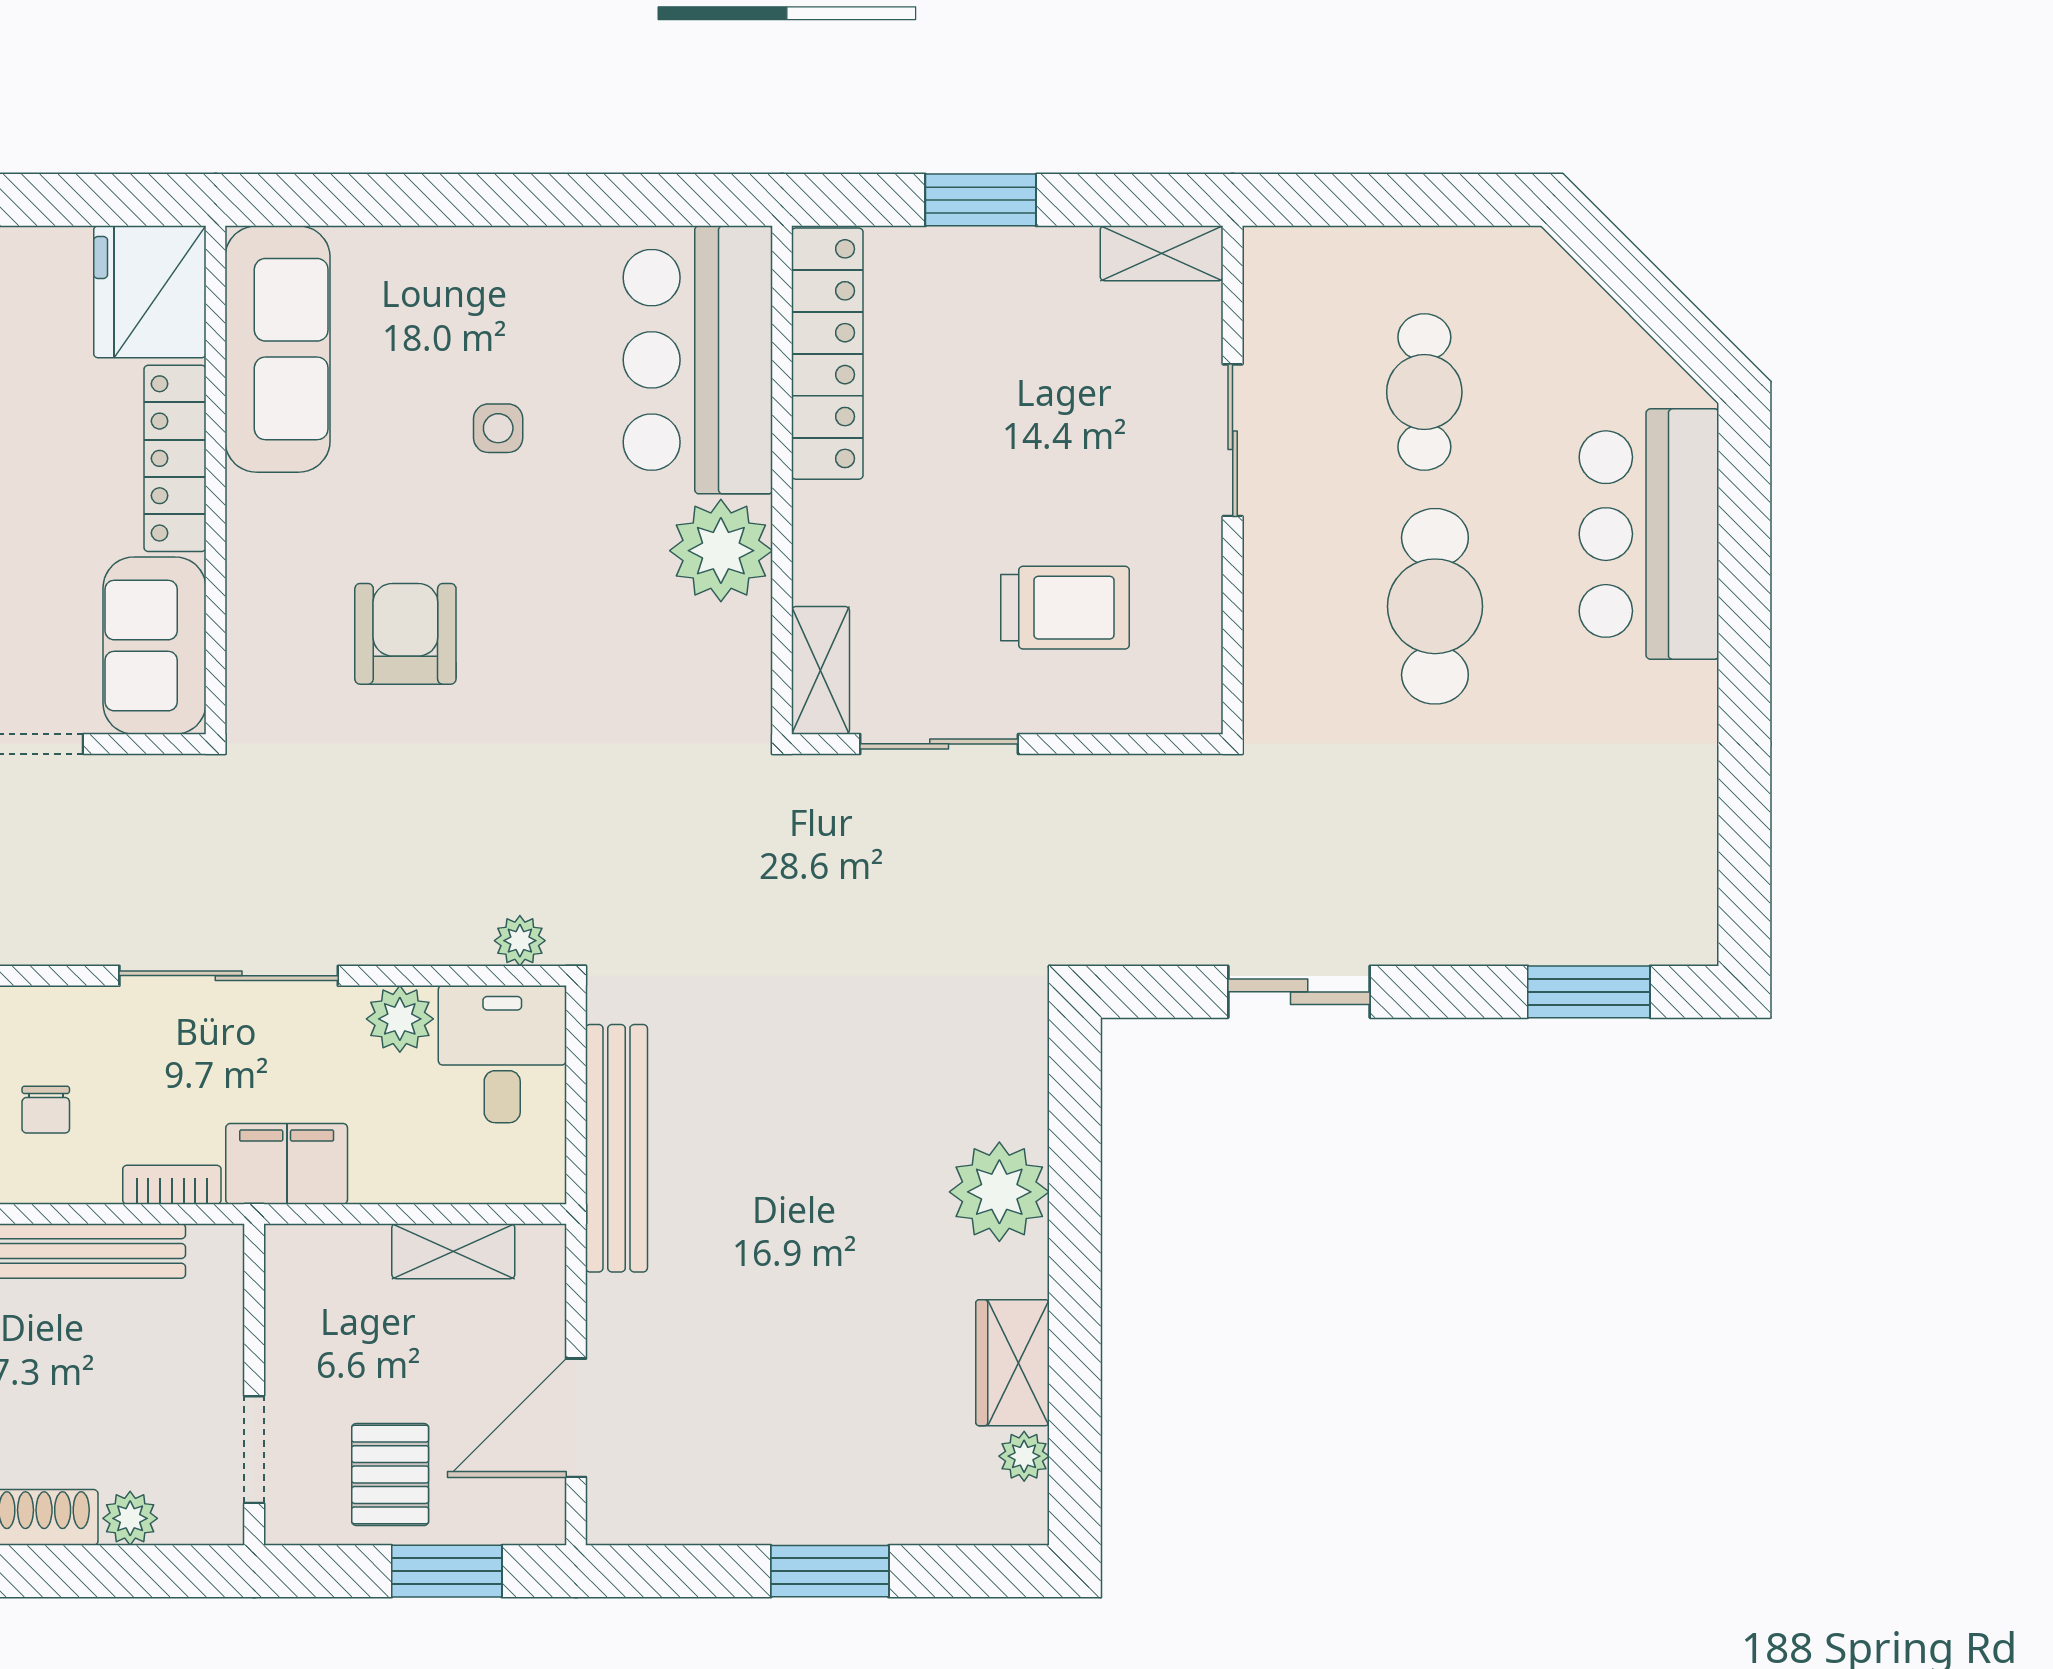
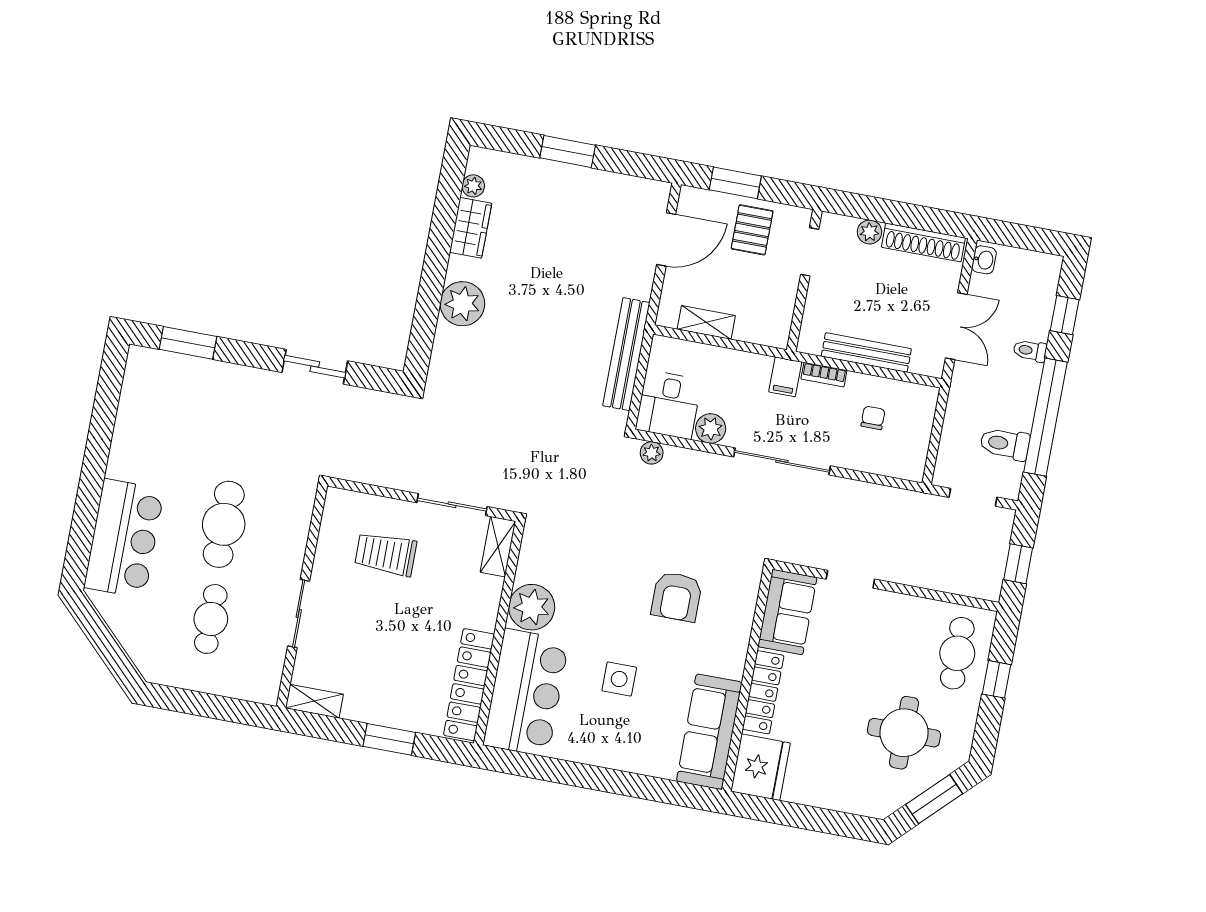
side table: (498, 428) -> (619, 679), width x1.37, depth x1.37
filing cabinet: (287, 1164) -> (785, 377), width x0.50

